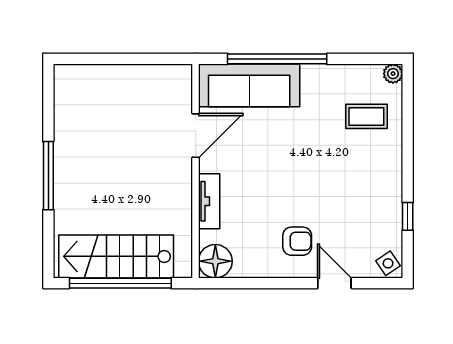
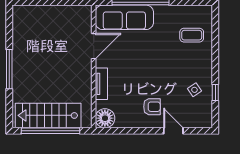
plant: (393, 74) -> (207, 11), removed
side table: (388, 263) -> (194, 90), moved

